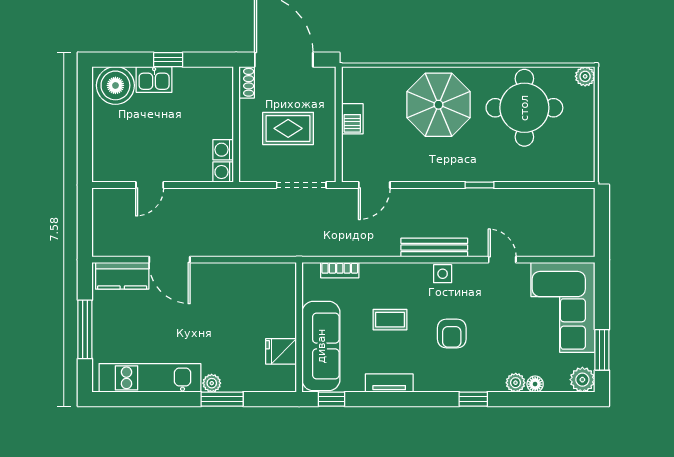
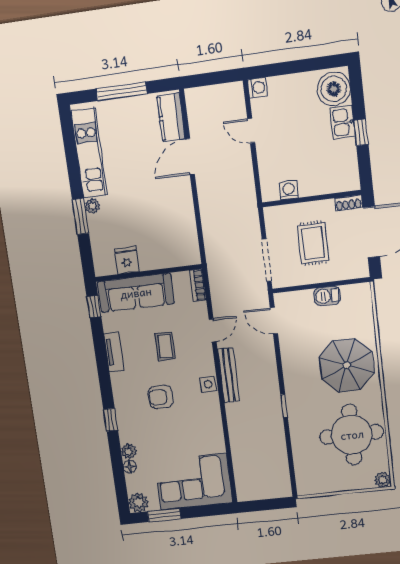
washing machine: (223, 172) -> (257, 88), moved, turned 90
door: (502, 260) -> (213, 330), moved
bookcase: (340, 270) -> (198, 285), moved

